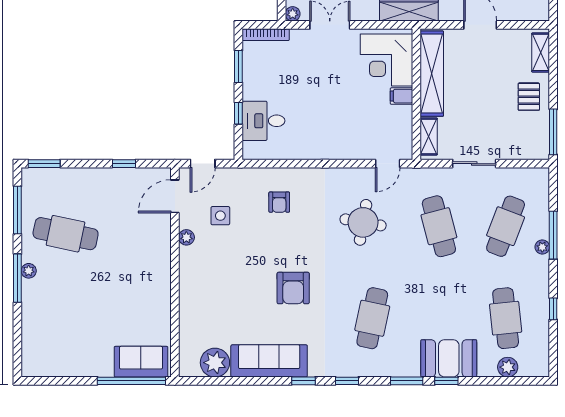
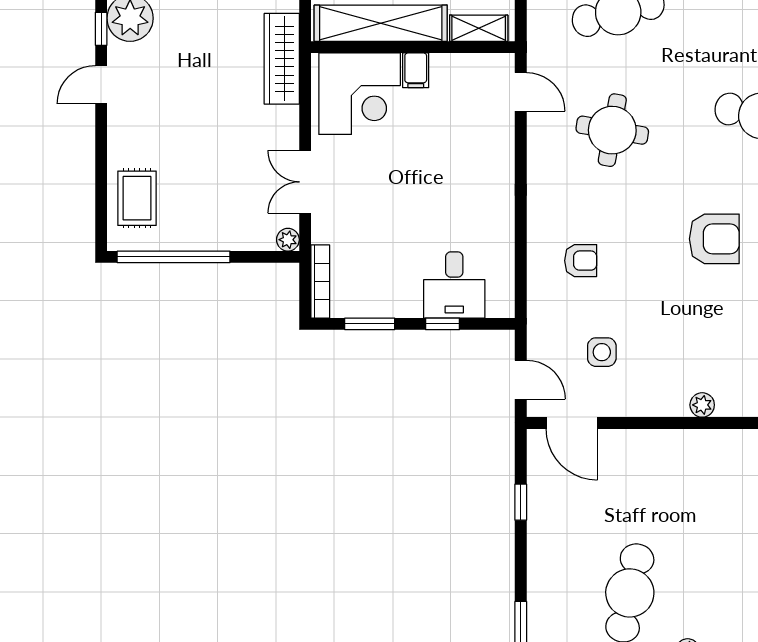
plant: (186, 237) -> (702, 405), moved

